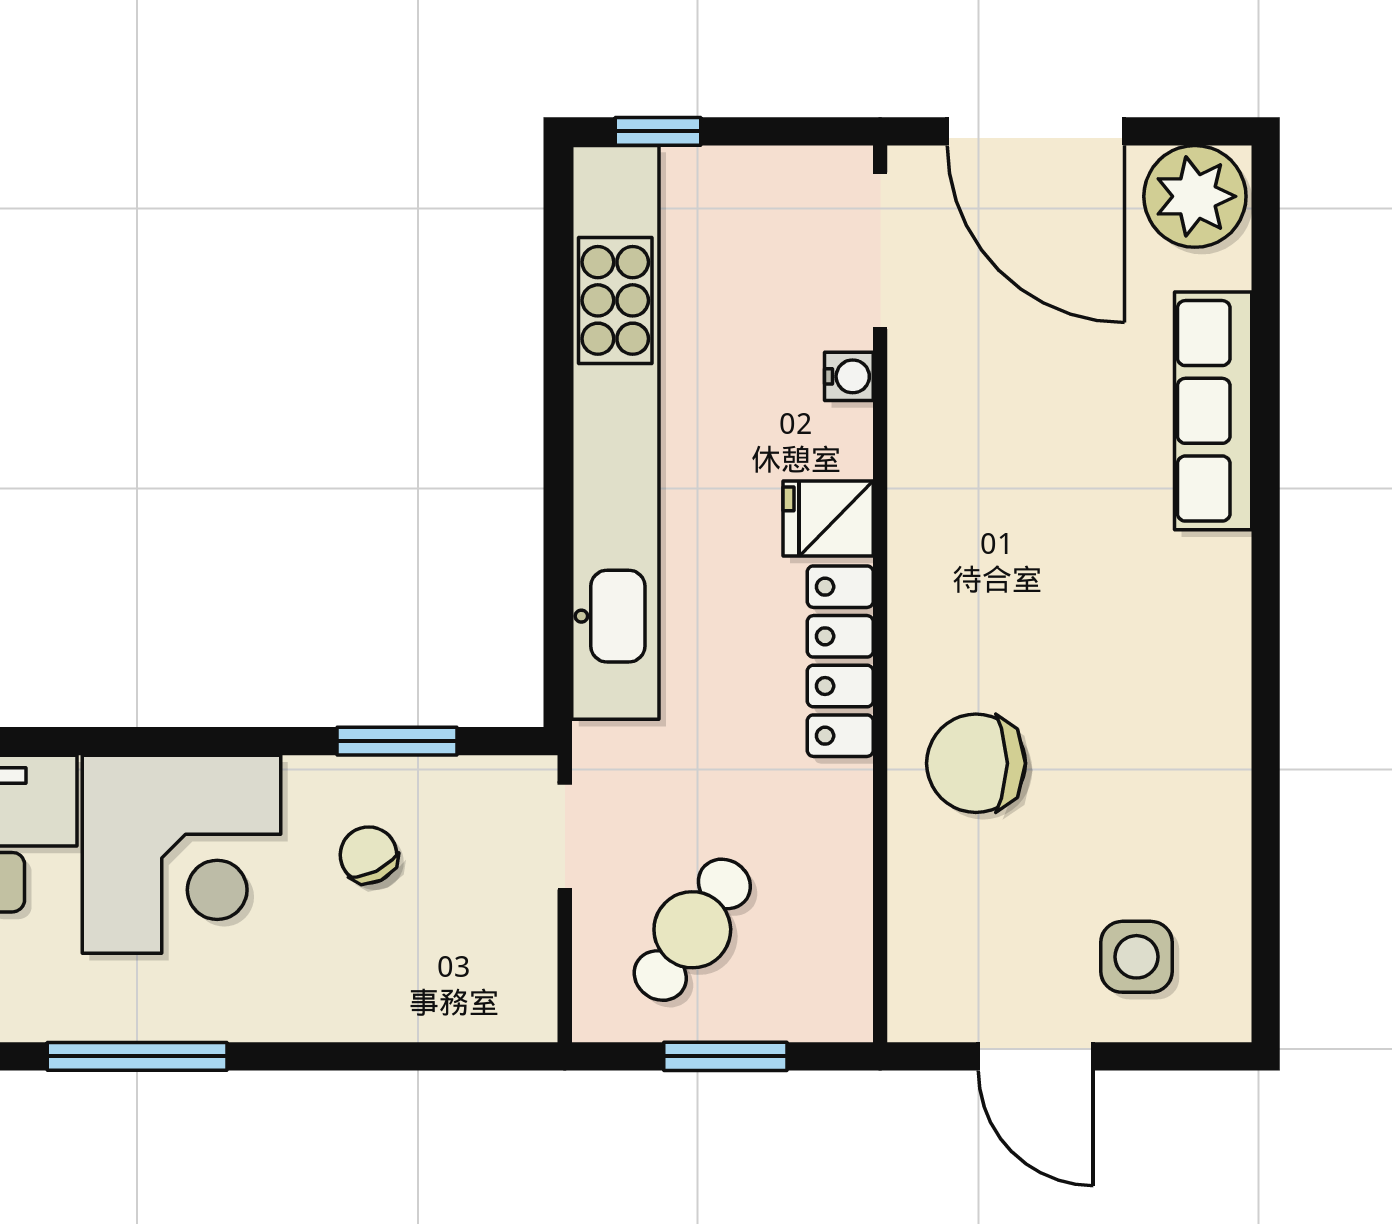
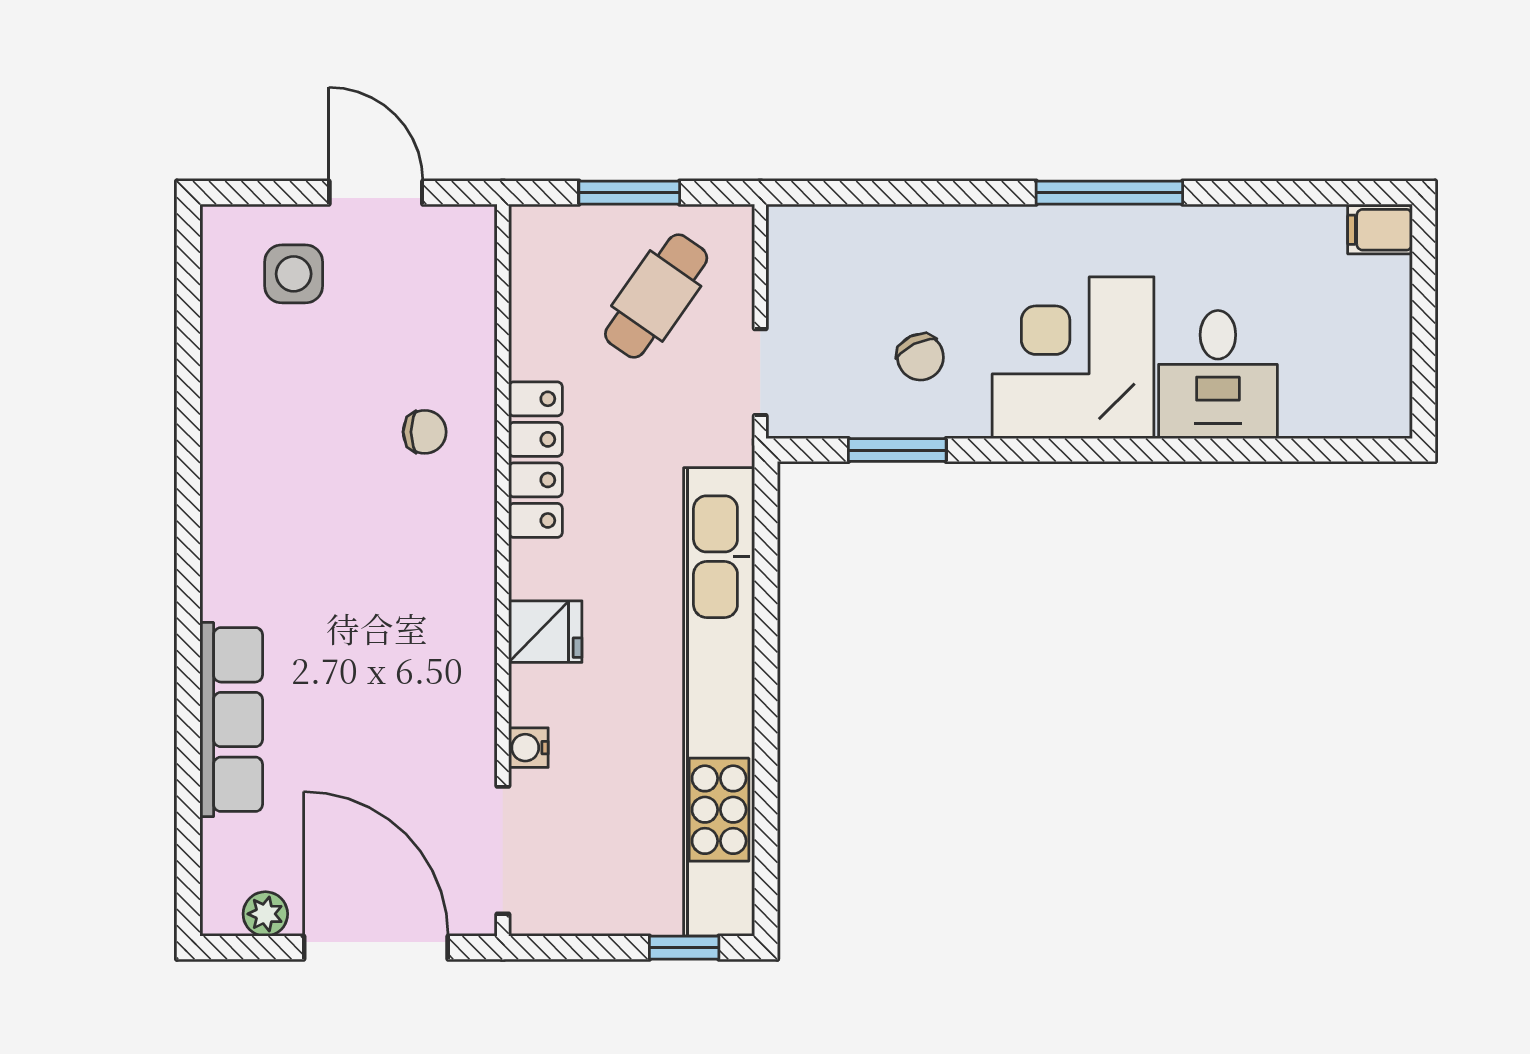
plant: (1195, 196) -> (265, 914), width x0.53, depth x0.53
locker: (840, 661) -> (535, 460), moved
chair: (976, 763) -> (425, 432), width x0.54, depth x0.54

